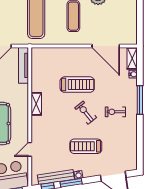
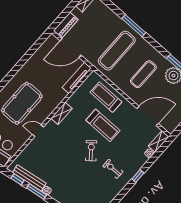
door: (106, 46) -> (148, 116), swing flipped
window: (140, 100) -> (138, 176), width x0.46
treadmill: (86, 146) -> (106, 97), moved
door: (30, 149) -> (38, 131), moved

